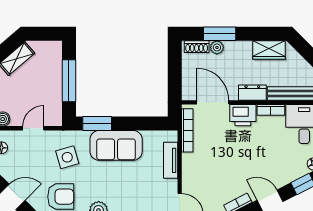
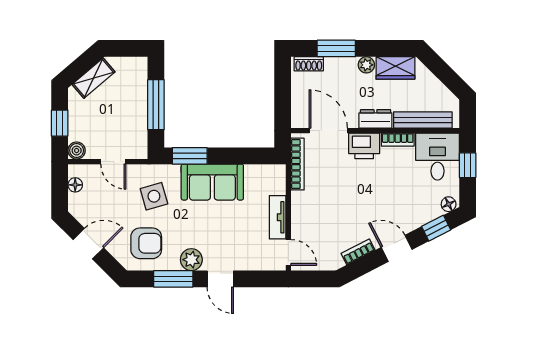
plant: (217, 47) -> (366, 65), moved
door: (33, 128) -> (113, 162), swing flipped
tv unit: (171, 160) -> (278, 217), moved

